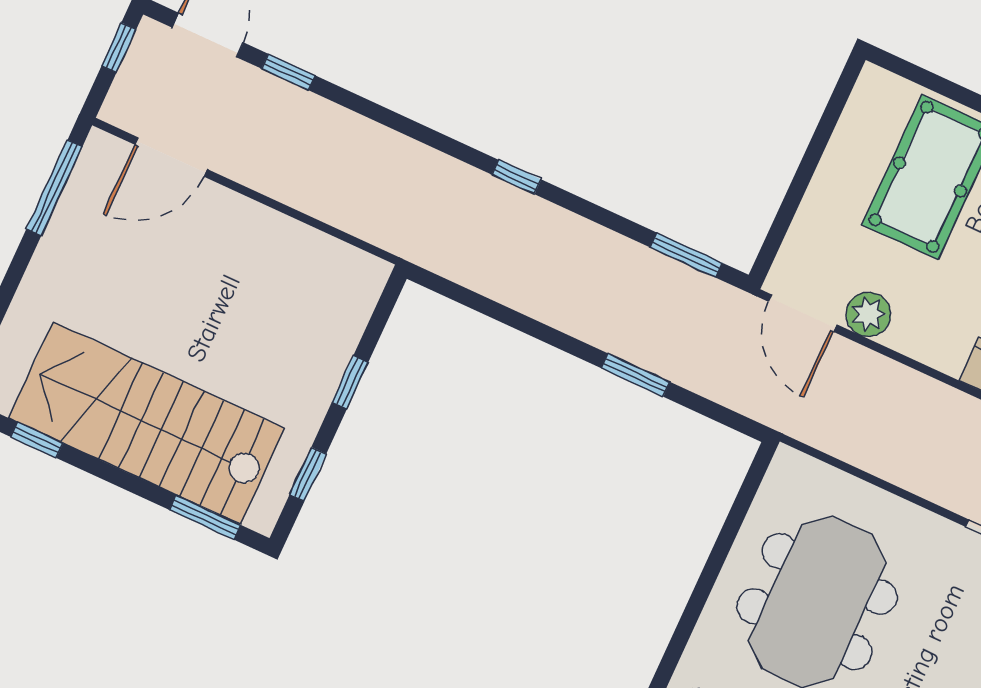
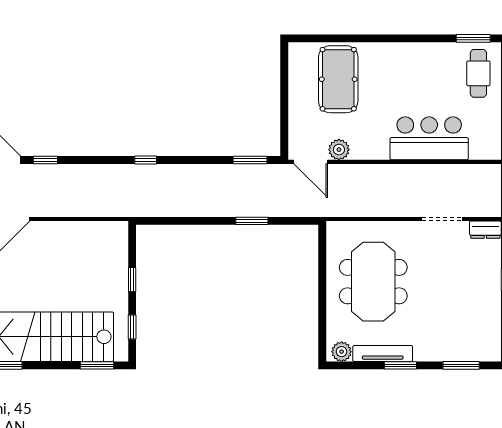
window: (516, 177) -> (146, 160), moved

